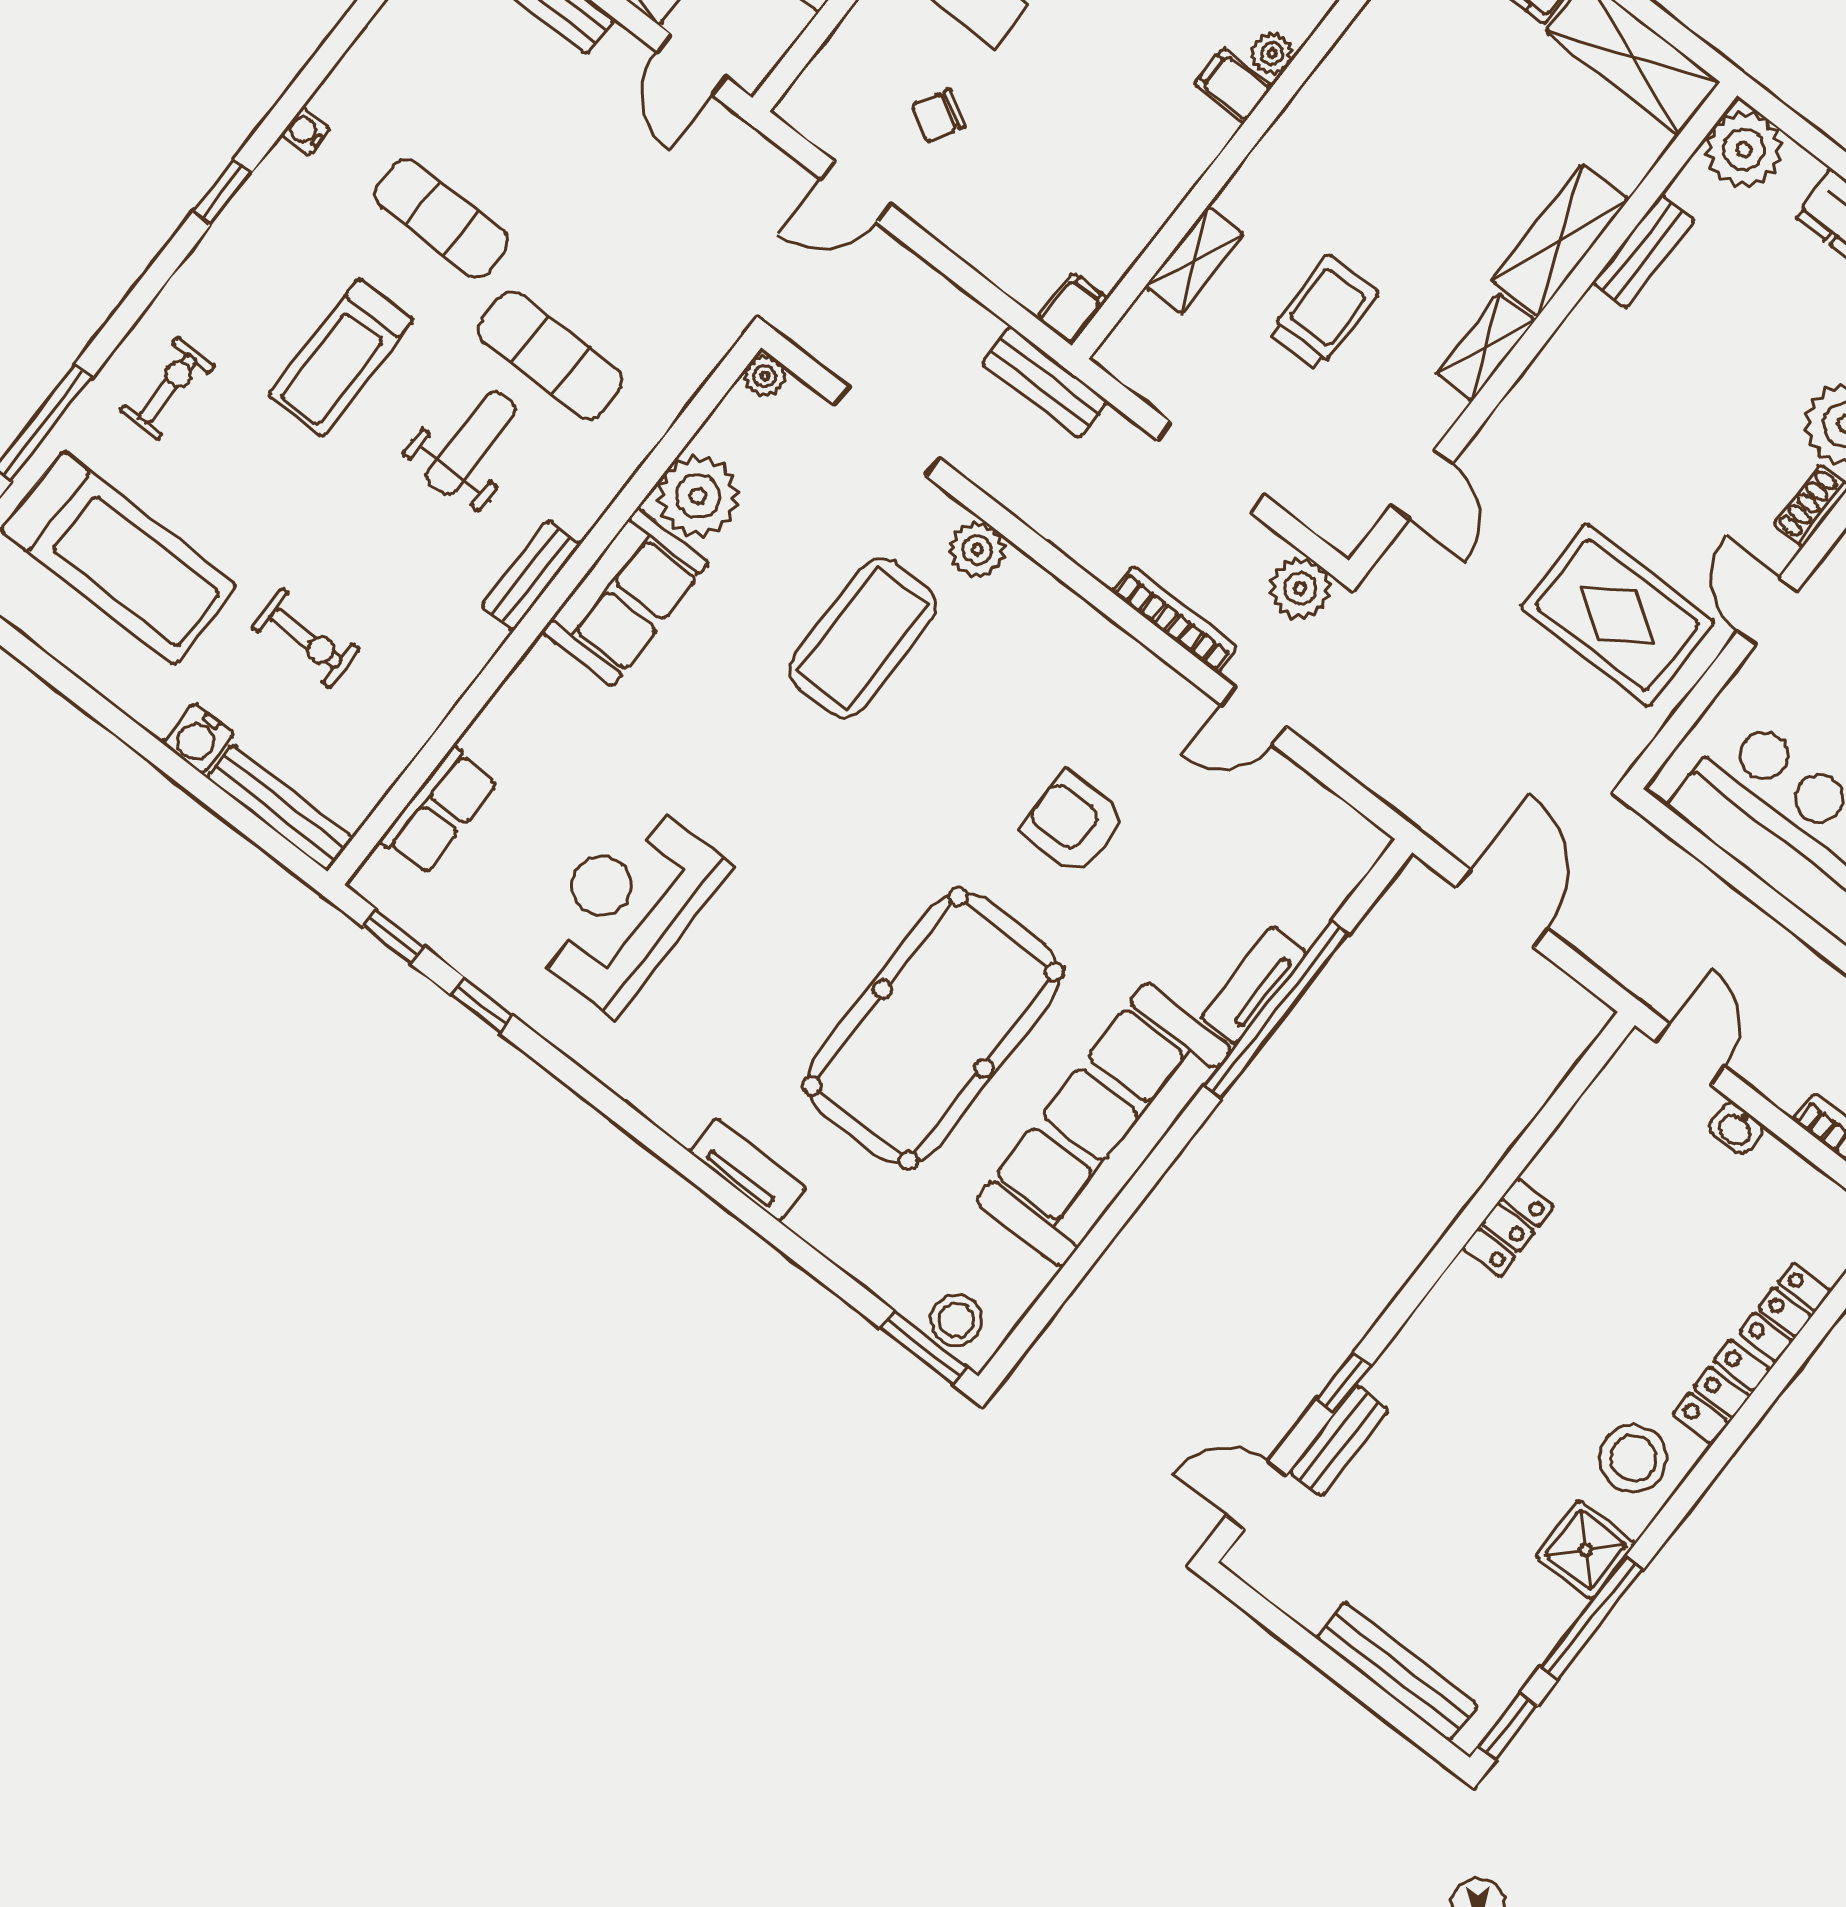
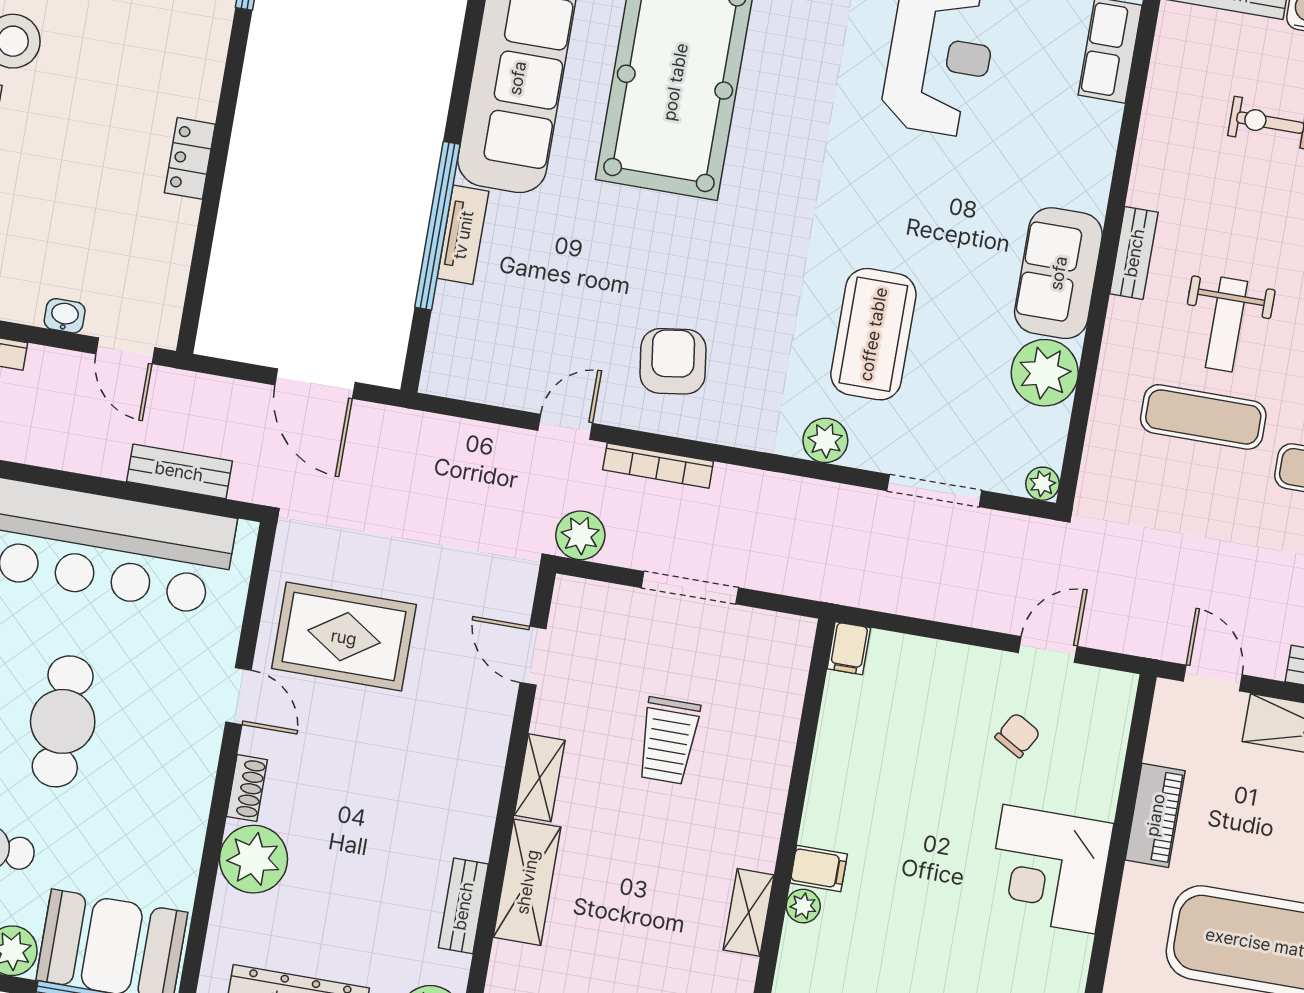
shelving: (1194, 260) -> (749, 912), moved
bench: (1045, 382) -> (179, 471), moved
armchair: (1073, 823) -> (673, 361), moved, turned -98

